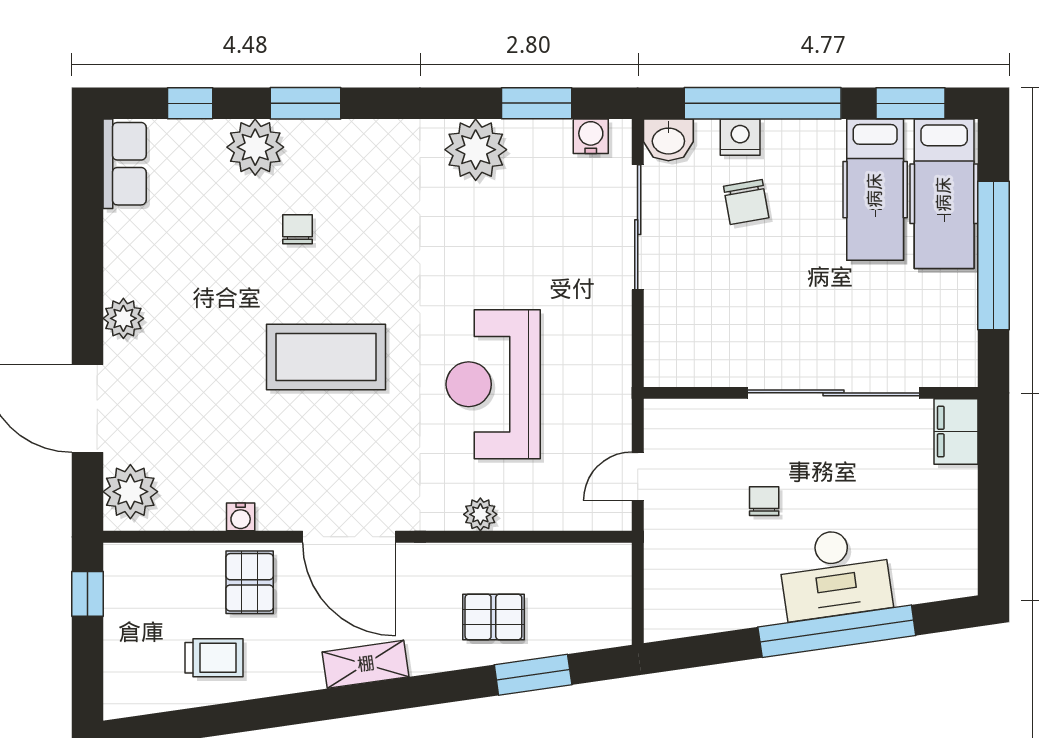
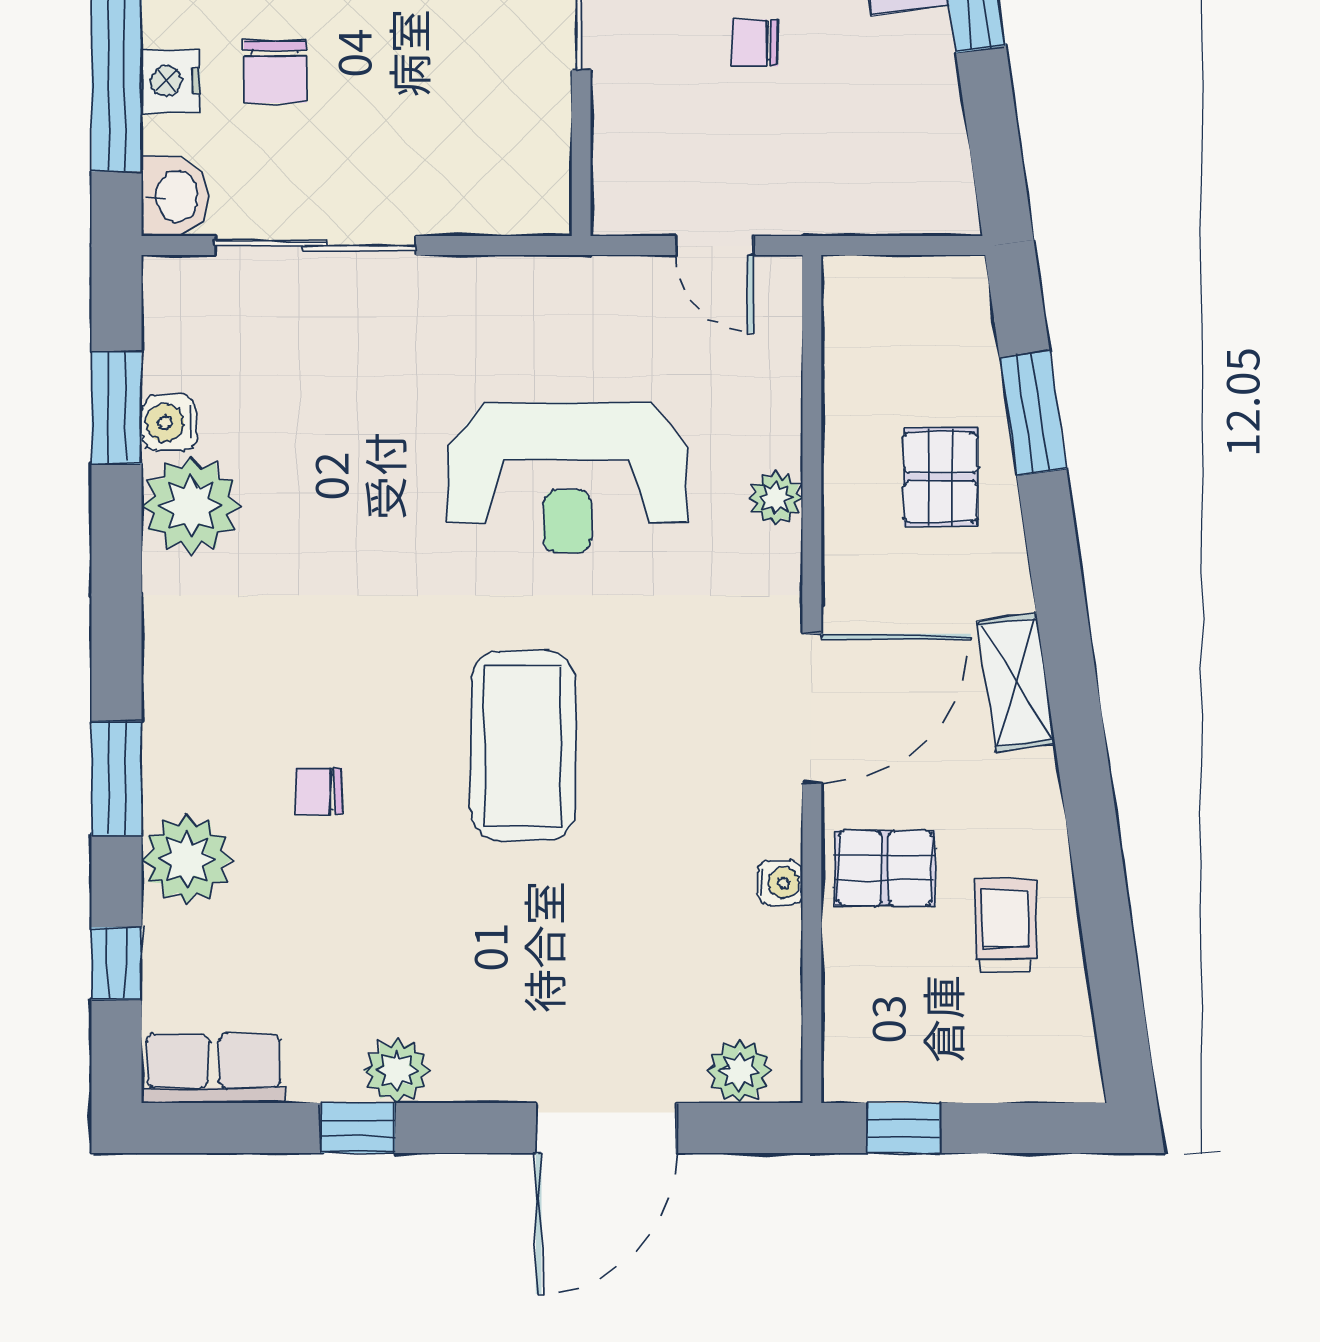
water cooler: (591, 136) -> (169, 423), moved
chair: (746, 202) -> (275, 72), turned 100
window: (88, 254) -> (358, 1128), added
plant: (123, 318) -> (397, 1071), moved
plant: (130, 492) -> (740, 1071), width x0.73, depth x0.73

